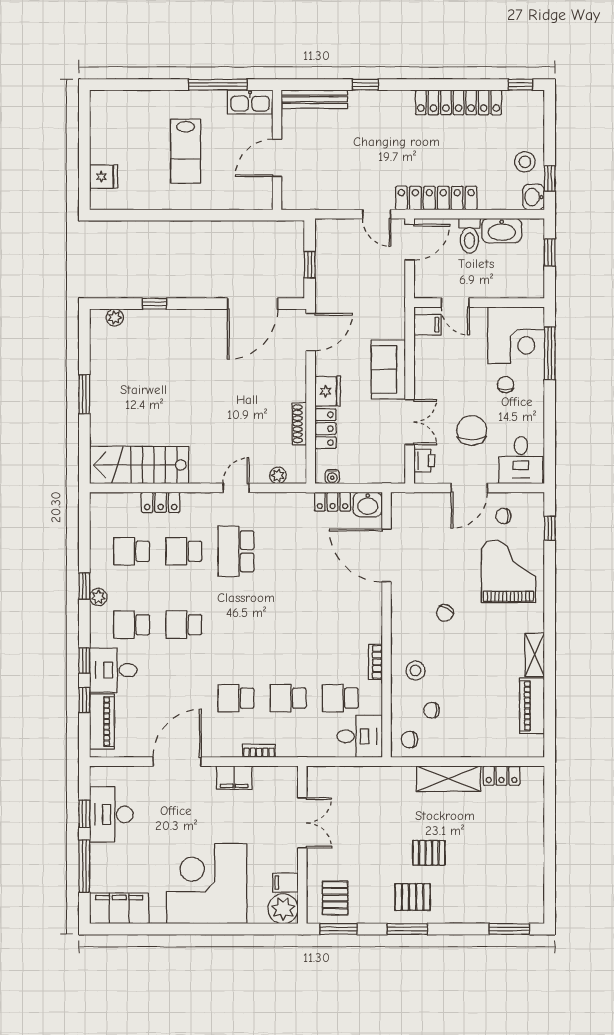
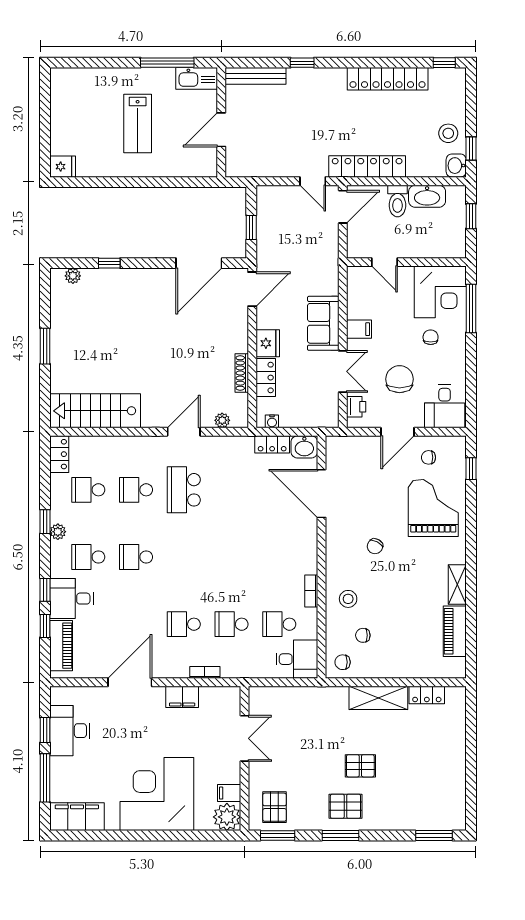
fridge: (104, 177) -> (63, 167), moved
filing cabinet: (427, 325) -> (359, 329), moved
door: (236, 488) -> (184, 432), width x1.38
locker: (161, 502) -> (59, 454), moved, turned -90

